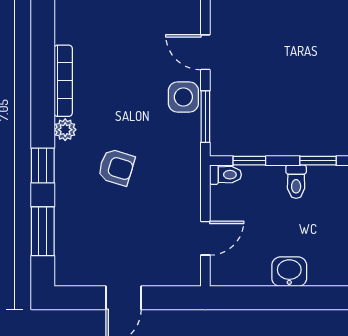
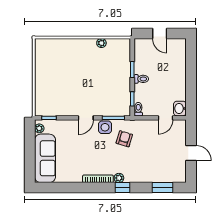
window: (43, 165) -> (123, 188), moved
armchair: (116, 167) -> (124, 139), moved
door: (205, 238) -> (166, 118), swing flipped
washbasin: (289, 272) -> (180, 109), moved

